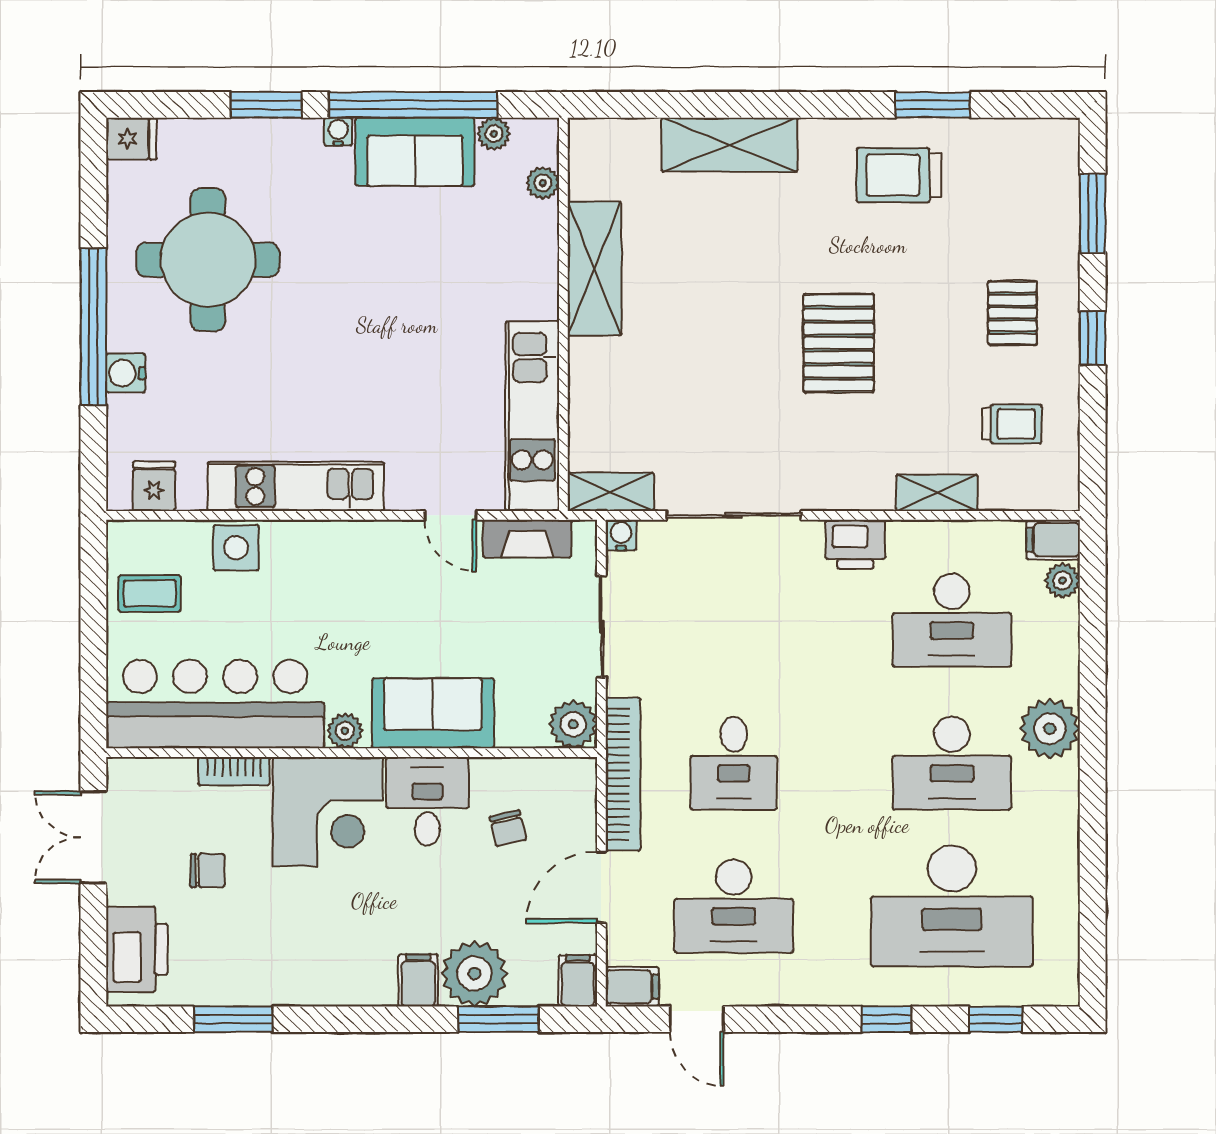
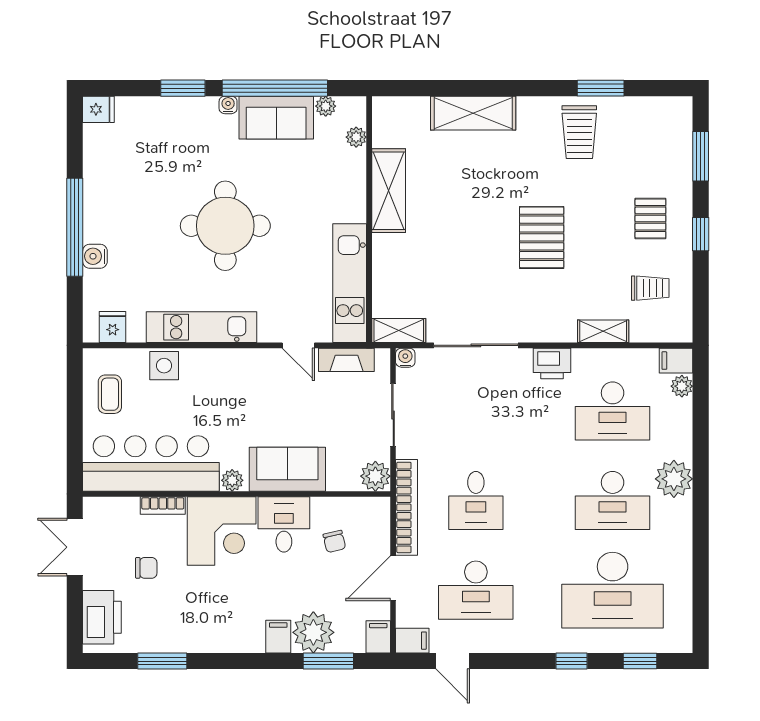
trolley: (899, 175) -> (579, 132), turned -90
round table: (208, 260) -> (225, 226), moved
coffee table: (150, 593) -> (110, 394), turned 90

